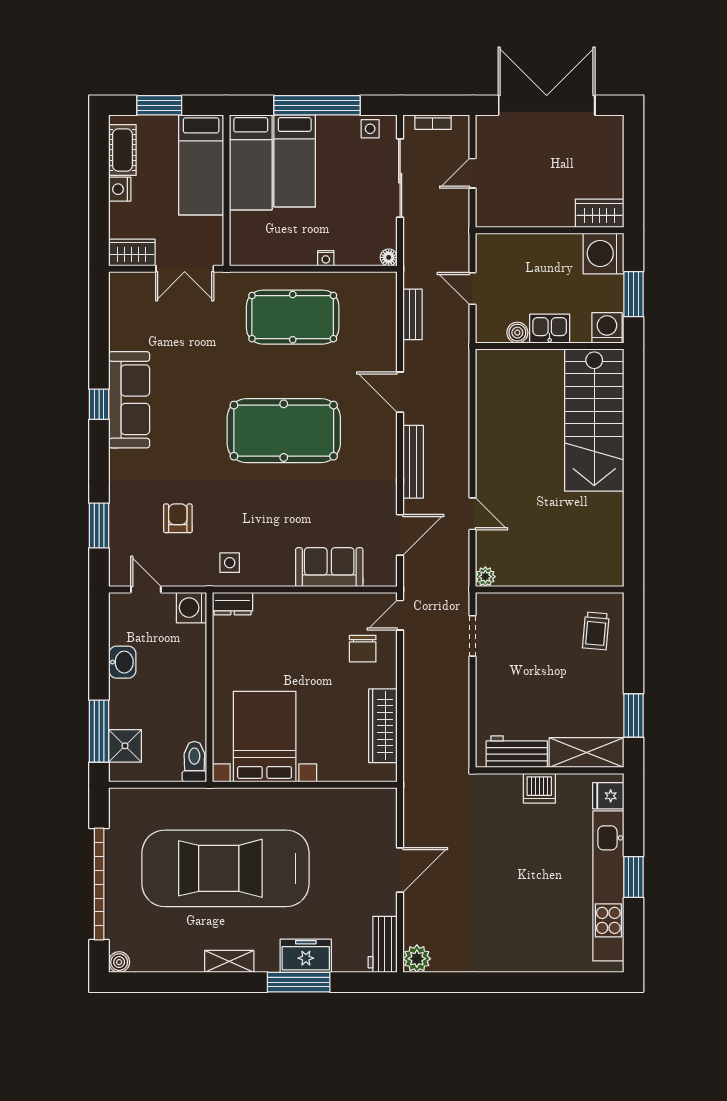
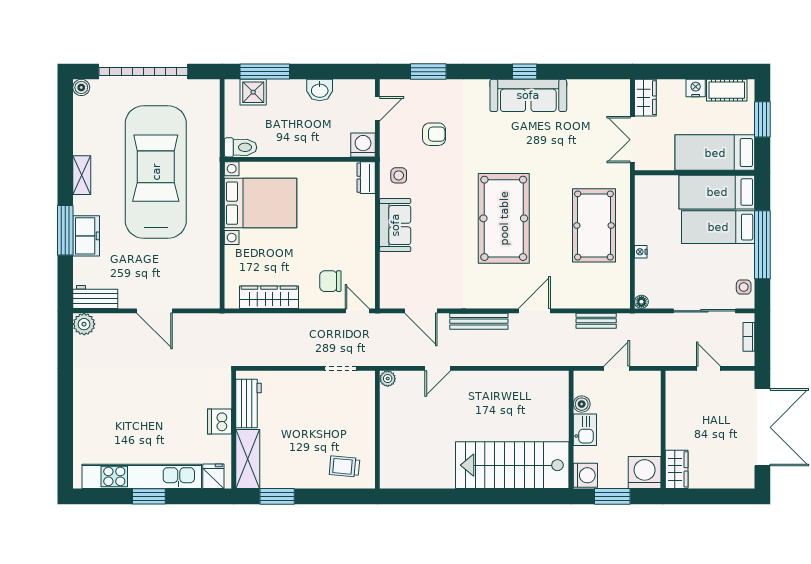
sofa: (329, 567) -> (395, 225), moved

